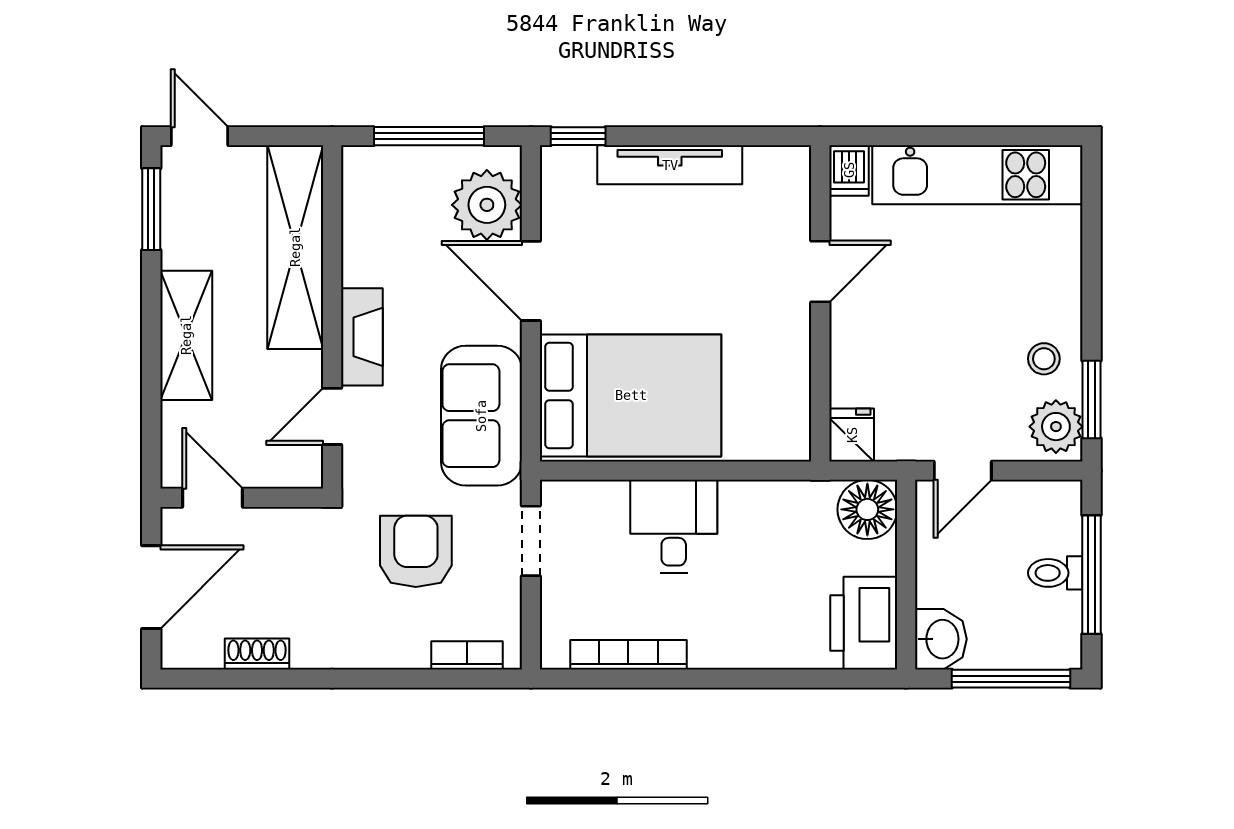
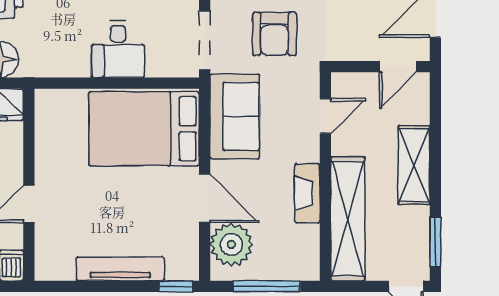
fireplace: (362, 337) -> (307, 193), moved
door: (213, 498) -> (398, 67), hinge flipped
doorway: (531, 541) -> (205, 40), width x1.38

